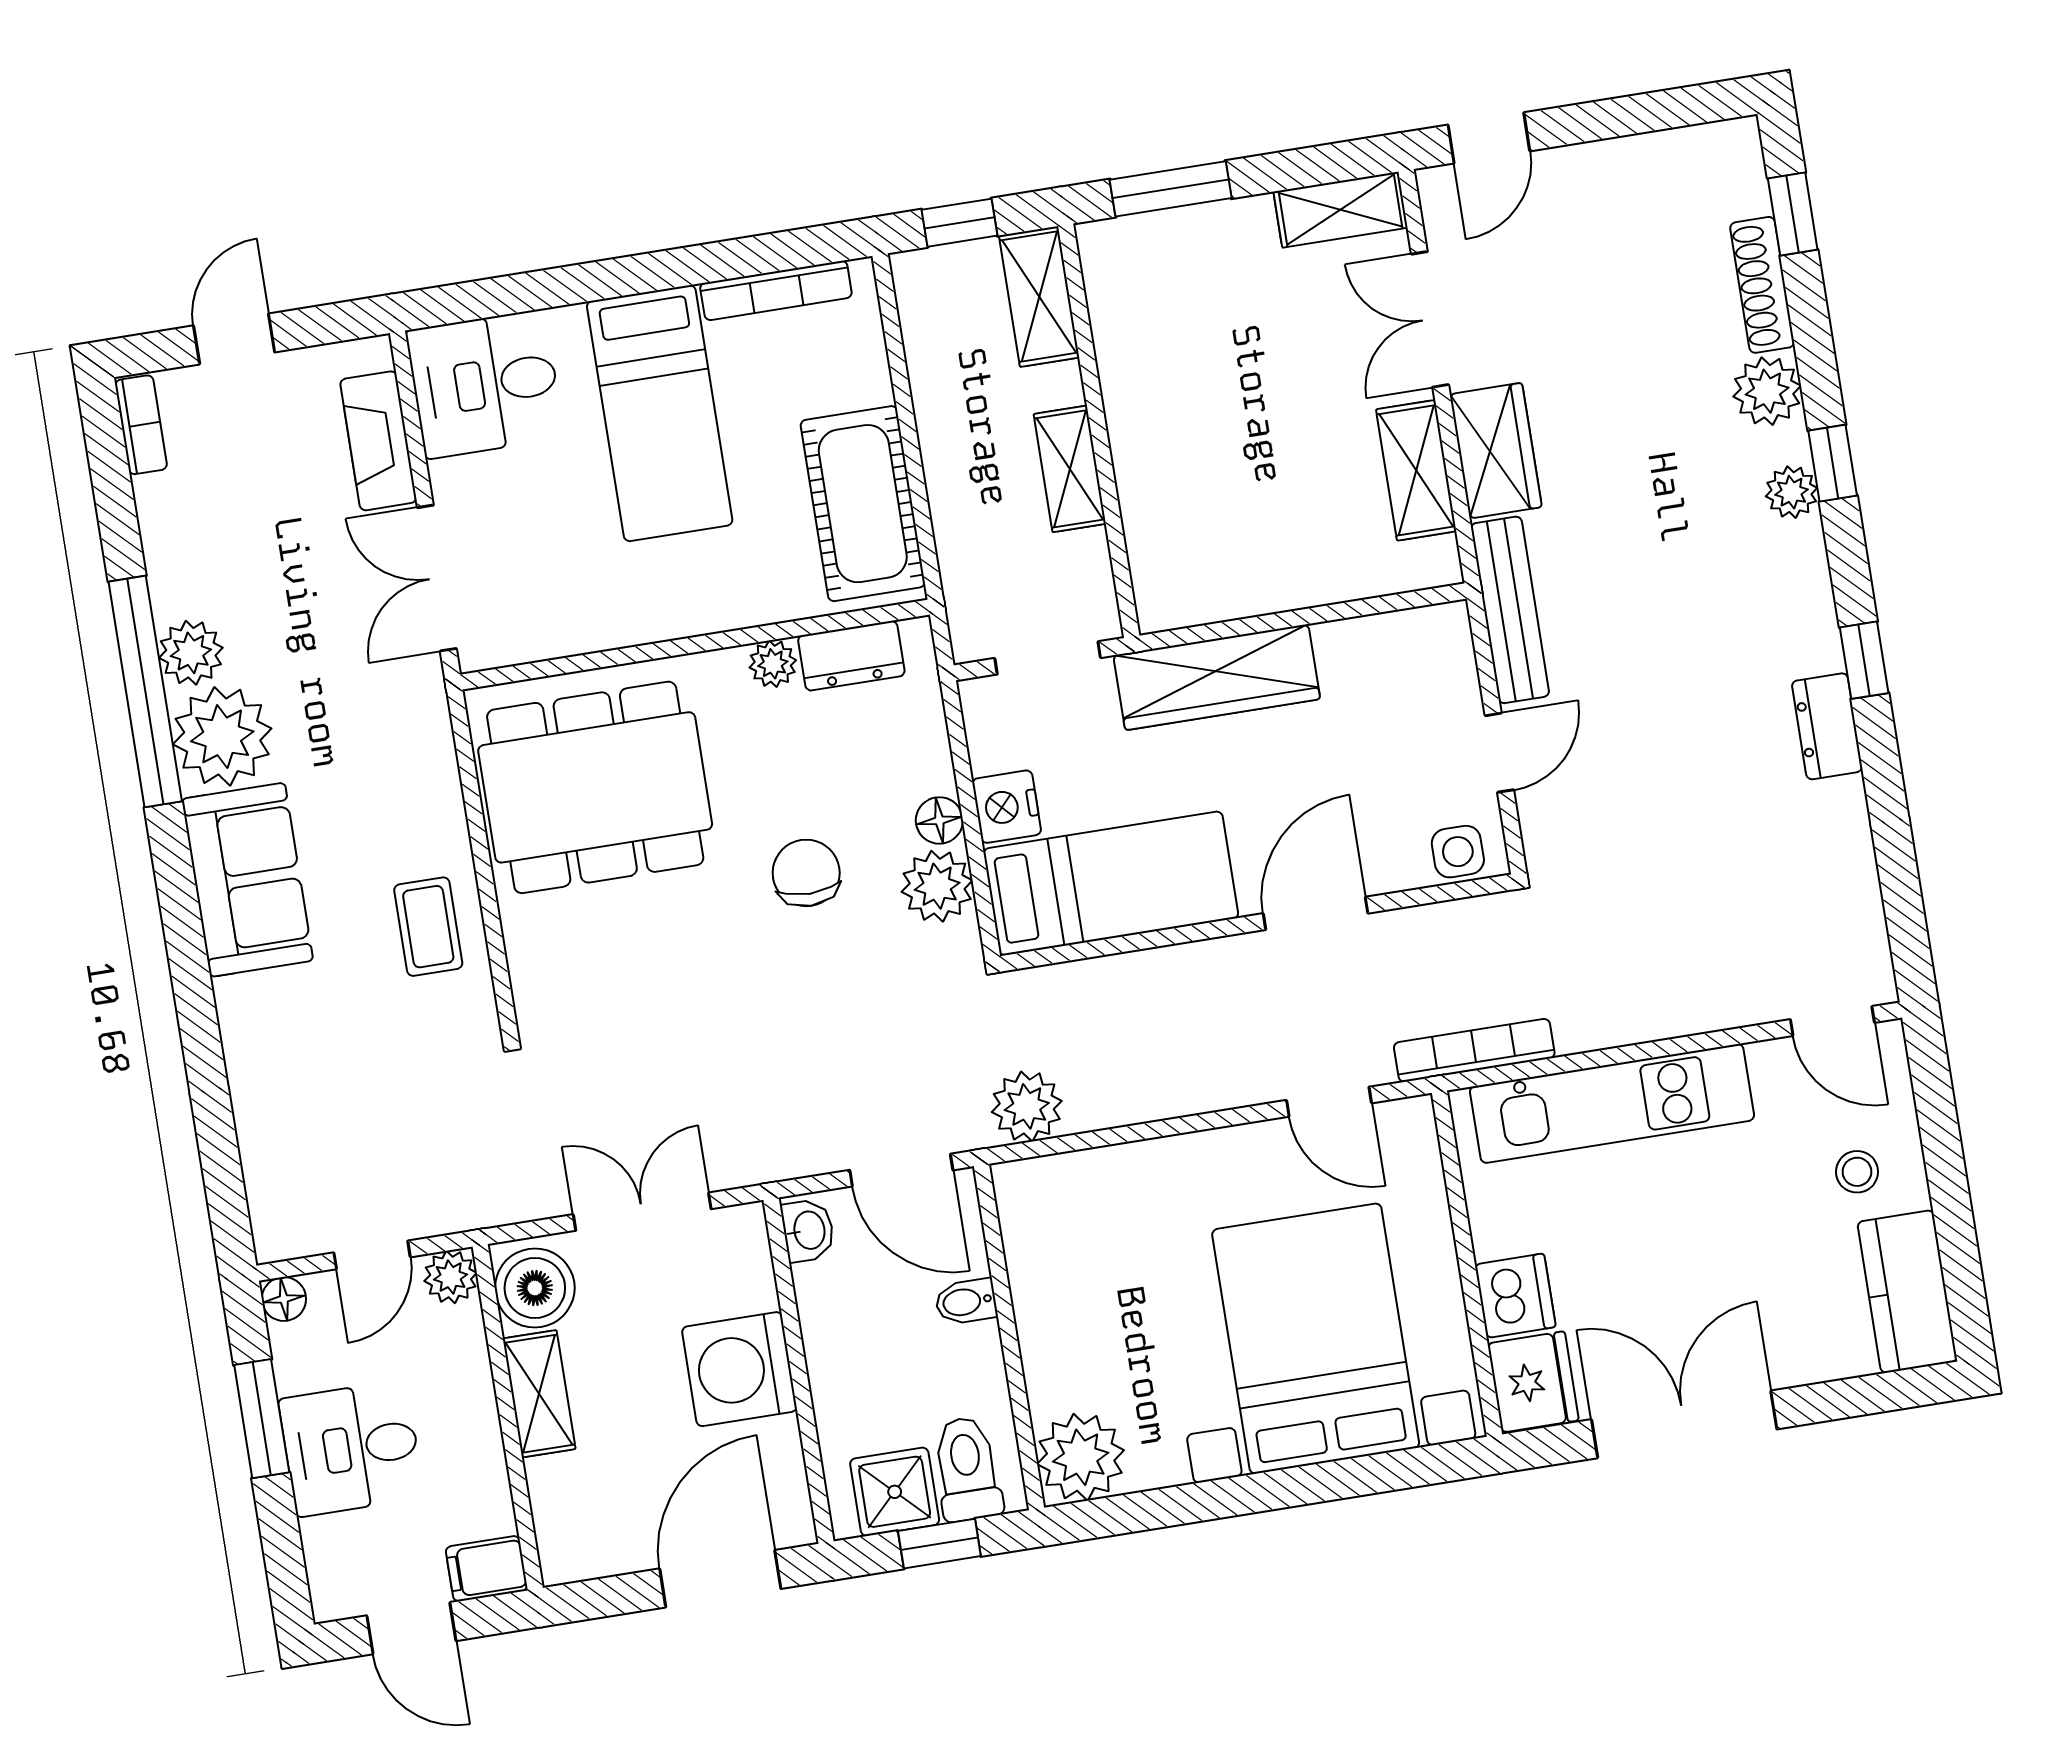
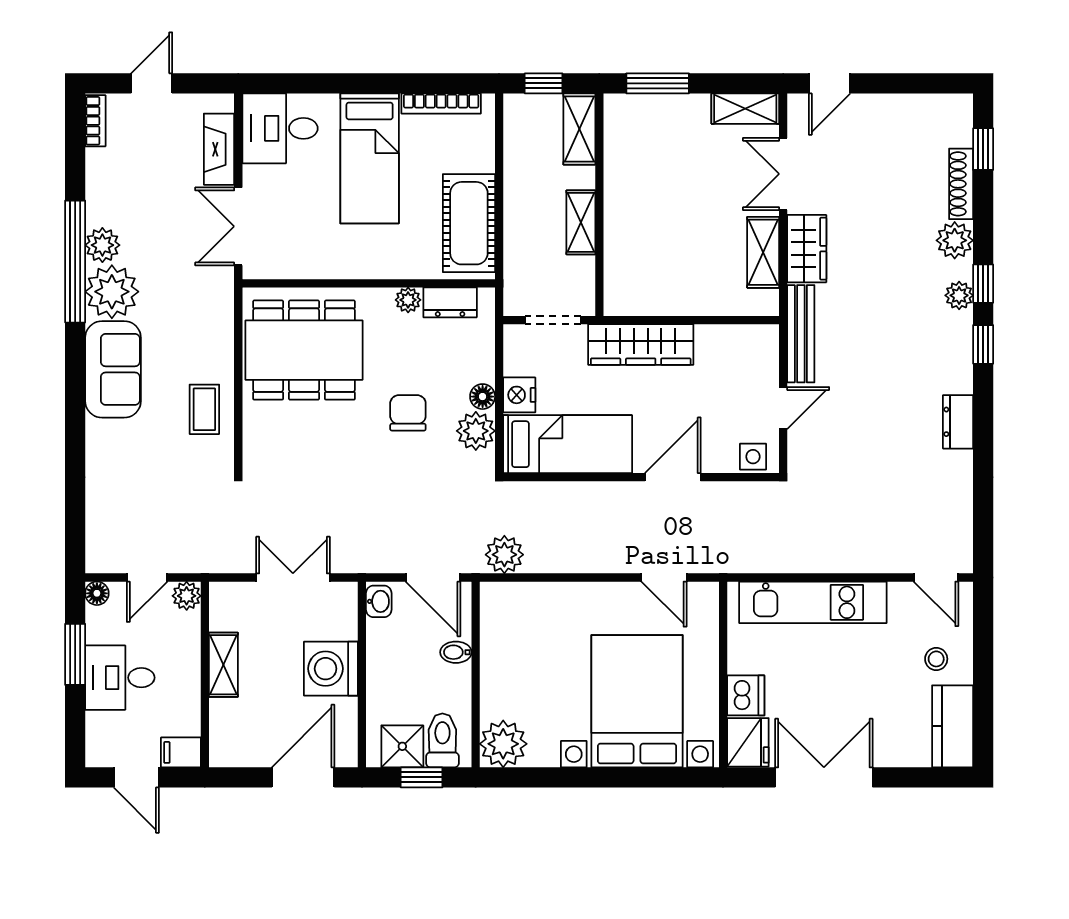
window: (1864, 660) -> (983, 344), moved
bookcase: (1474, 1050) -> (745, 563), removed
boiler: (535, 1288) -> (230, 609), removed

